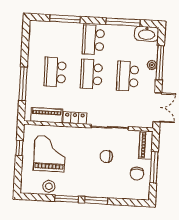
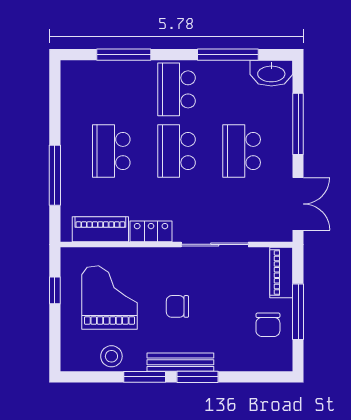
plant: (152, 65) -> (284, 129), removed
chair: (106, 156) -> (177, 306), moved
bench: (87, 192) -> (180, 362), added

